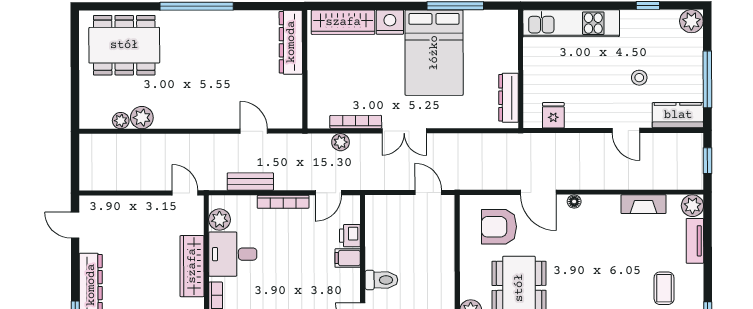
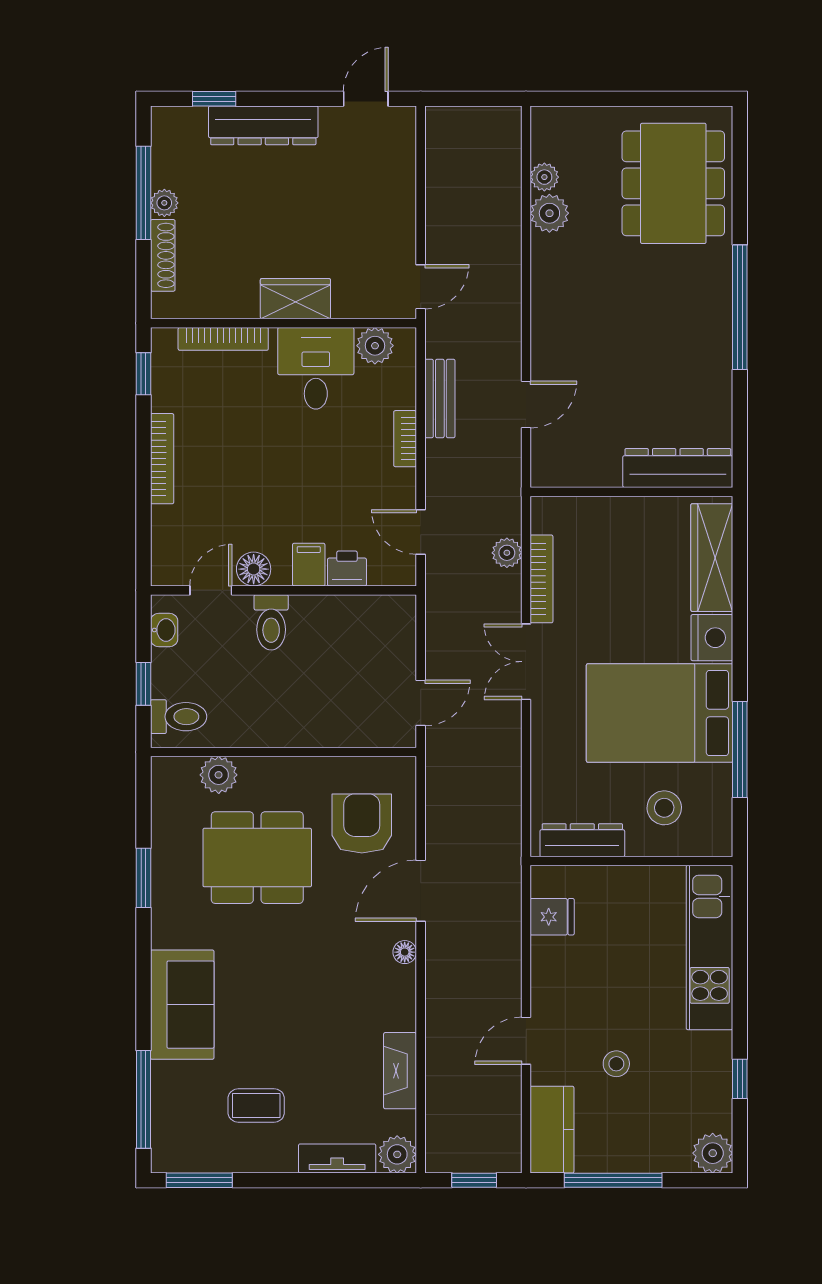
stool: (489, 50) -> (664, 808), added
bookcase: (283, 202) -> (405, 439), width x0.64
wardrobe: (192, 266) -> (295, 299), width x0.67
floor lamp: (350, 290) -> (254, 569), added

